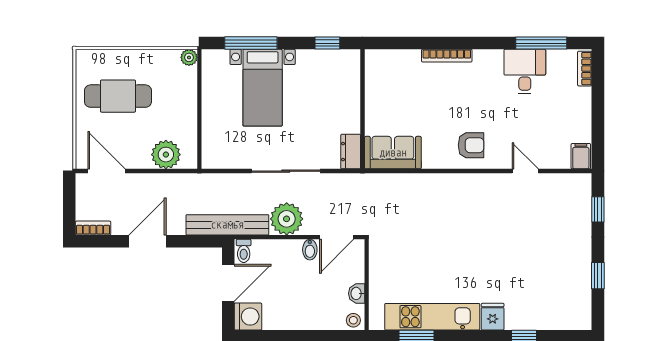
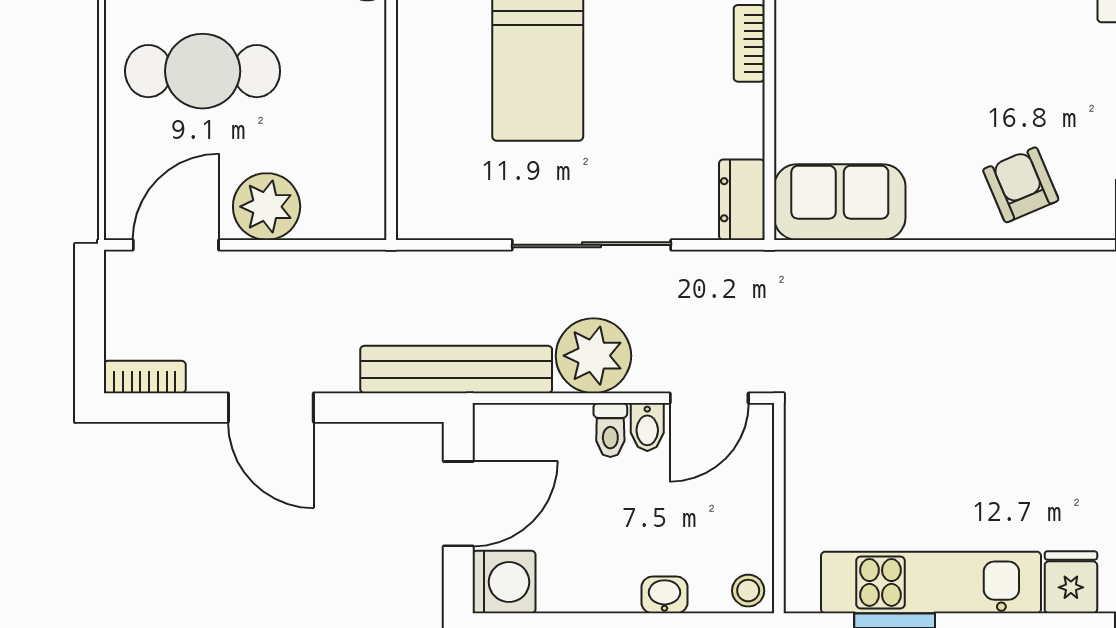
bookcase: (354, 84) -> (749, 43), added
armchair: (471, 145) -> (1021, 185), turned -113
plant: (166, 155) -> (267, 207), moved
door: (106, 171) -> (176, 245), hinge flipped
door: (147, 241) -> (271, 408), swing flipped
toilet: (244, 251) -> (610, 430), moved
washbasin: (357, 293) -> (664, 595), moved, turned 90

